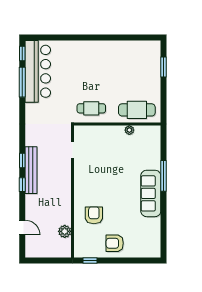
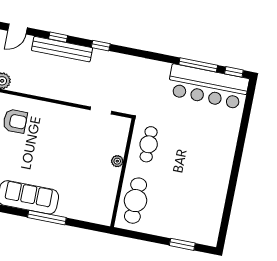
plant: (129, 130) -> (117, 161), moved
bench: (31, 170) -> (62, 49), moved
window: (22, 185) -> (58, 37), moved

